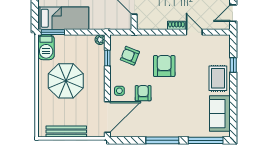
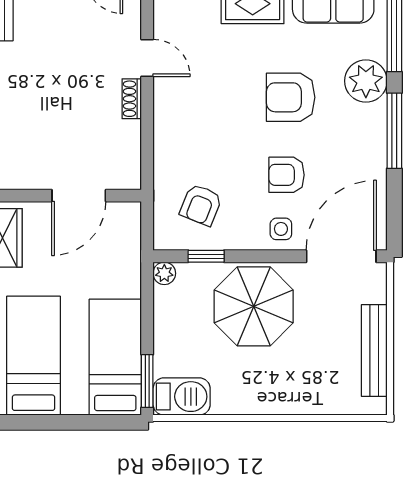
door: (194, 32) -> (147, 58), swing flipped
armchair: (164, 66) -> (291, 97), moved
parasol: (66, 81) -> (254, 306), moved
door: (107, 117) -> (341, 256), hinge flipped
plant: (184, 128) -> (366, 81), added

